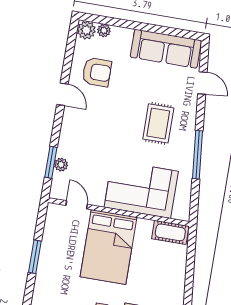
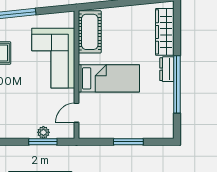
cot: (170, 232) -> (90, 32), width x1.37, depth x1.34
bed: (108, 247) -> (109, 78), width x0.67

